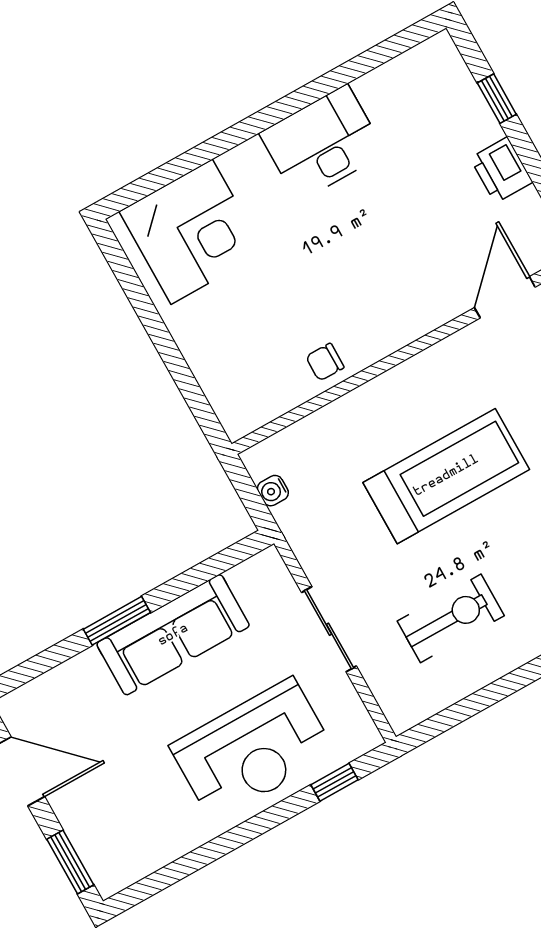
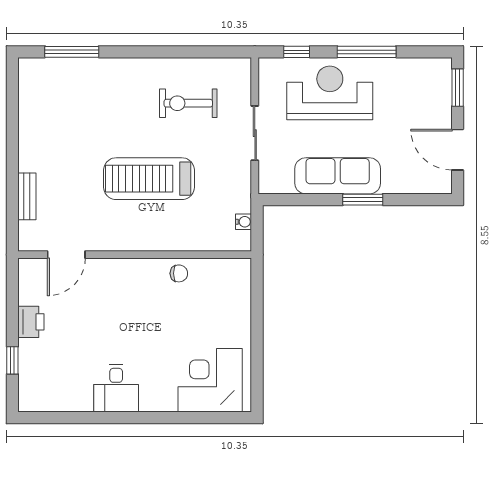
desk: (322, 143) -> (116, 388), width x0.73
window: (232, 840) -> (367, 52), added

